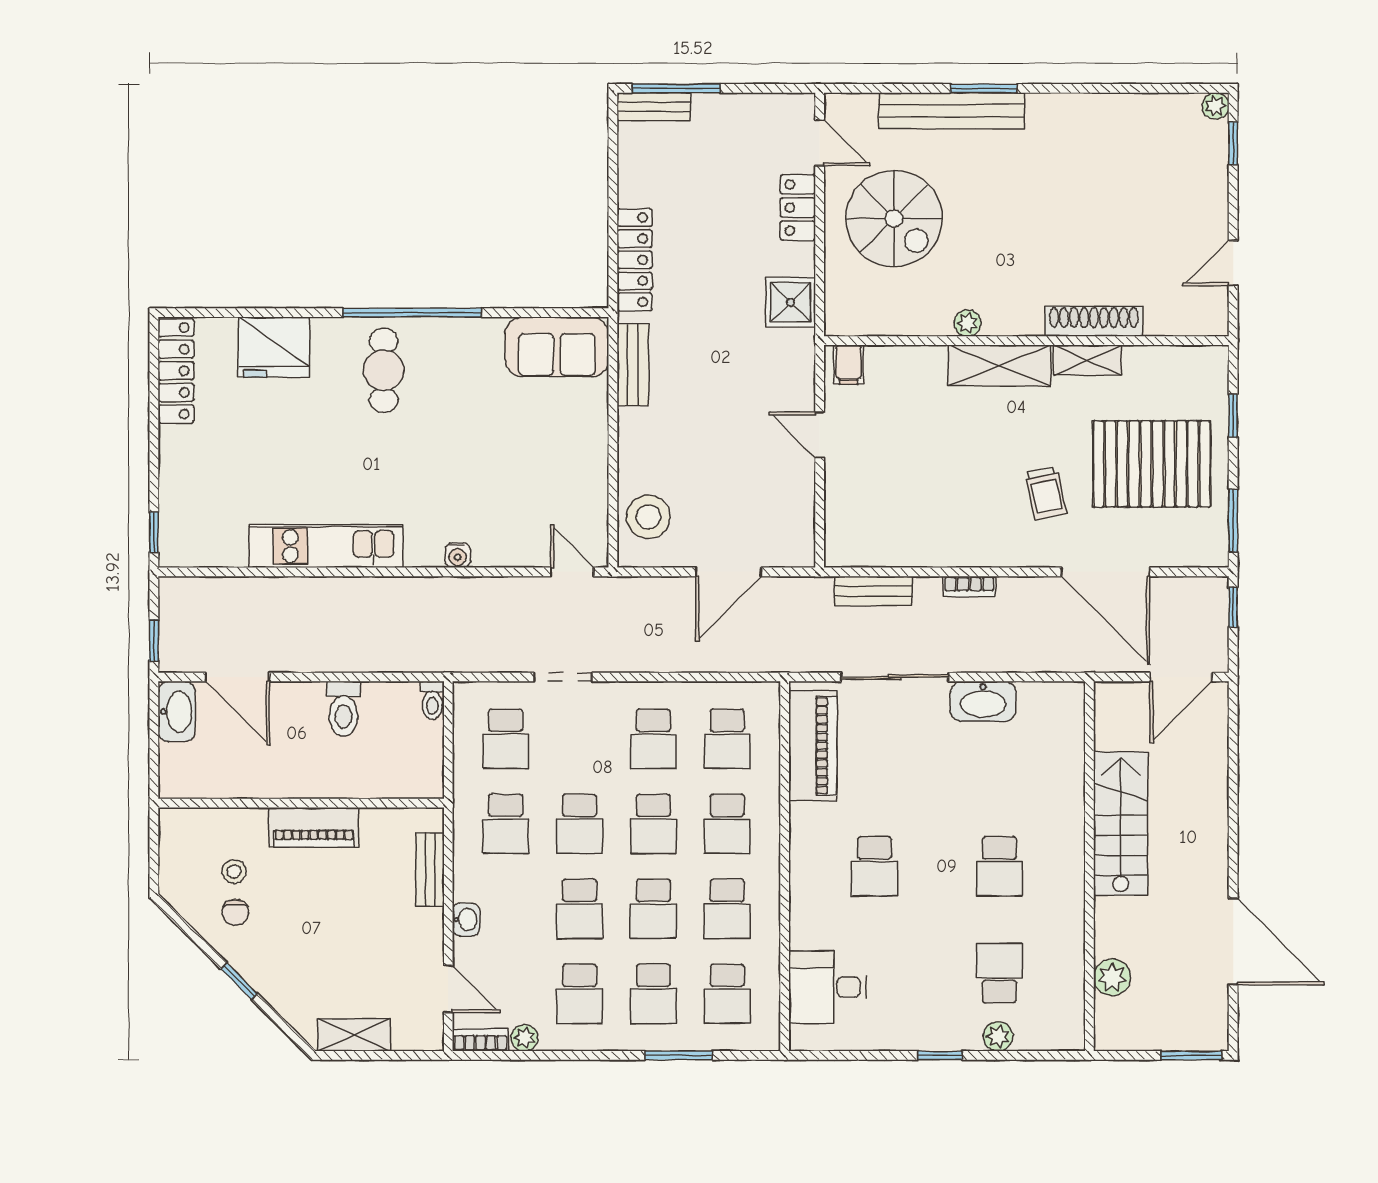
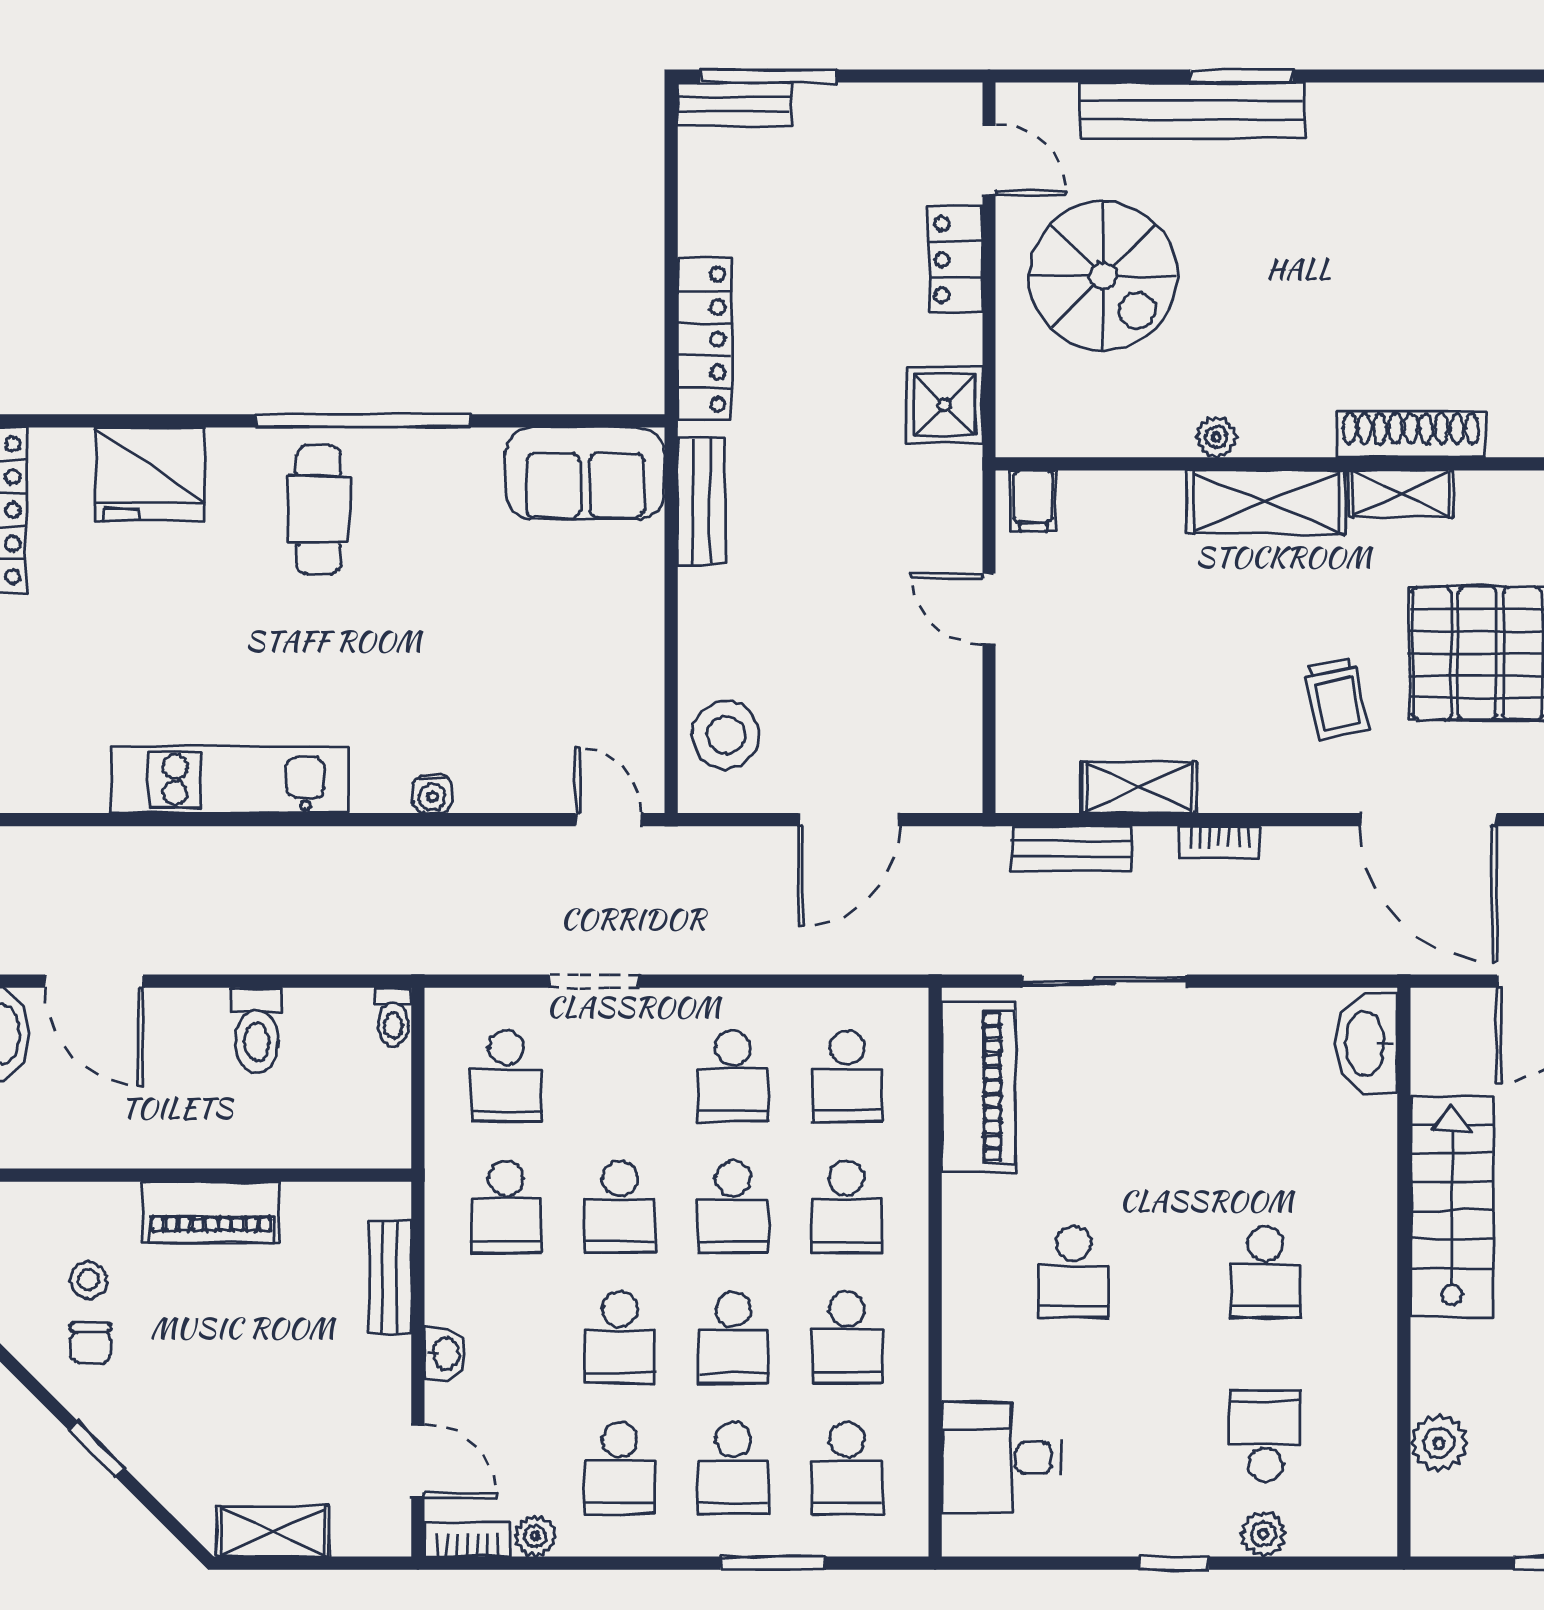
shelving: (917, 551) -> (1139, 787), added
washbasin: (983, 701) -> (1367, 1043), moved, turned 90

